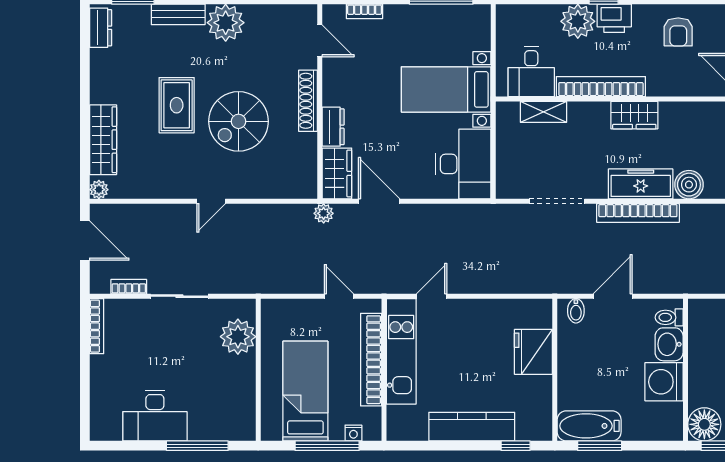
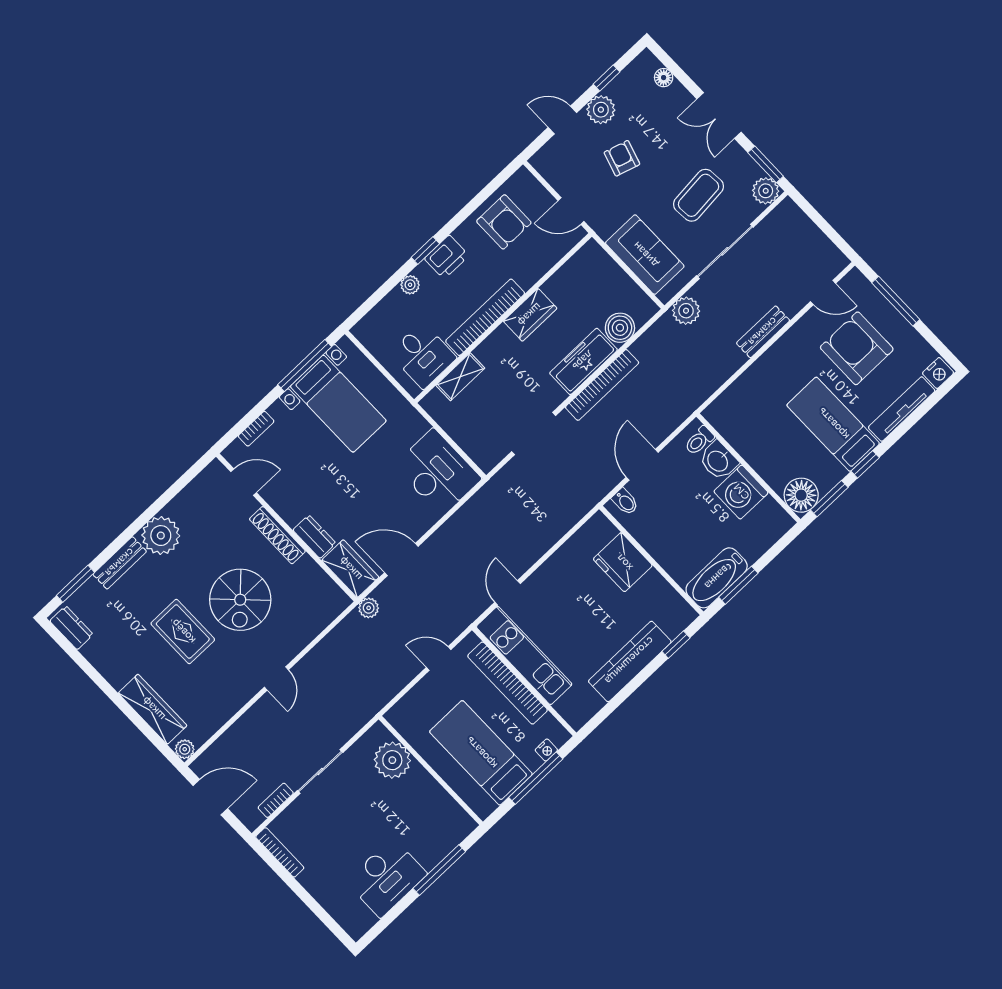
plant: (578, 21) -> (410, 285), width x0.53, depth x0.53
armchair: (678, 32) -> (504, 222), width x1.38, depth x1.38
bed with nightstands: (446, 89) -> (338, 404), moved, turned -90

